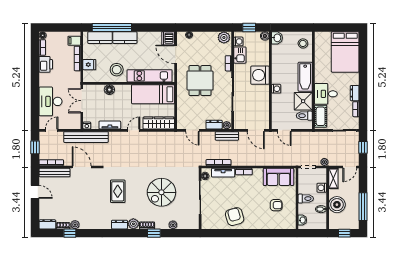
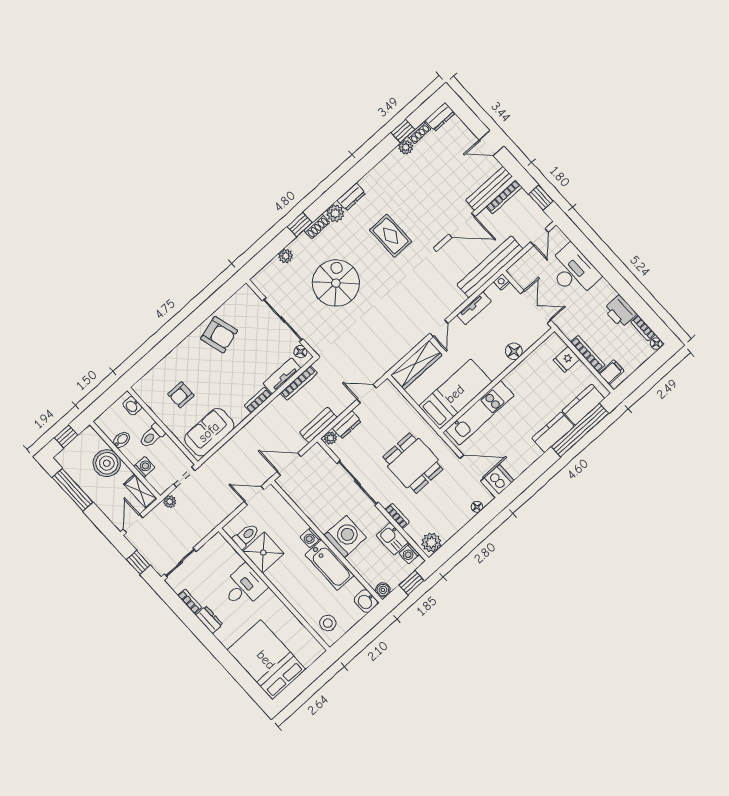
stool: (117, 70) -> (527, 384), removed
bathtub: (305, 77) -> (330, 565), moved, turned 180
cot: (321, 116) -> (225, 553), removed

